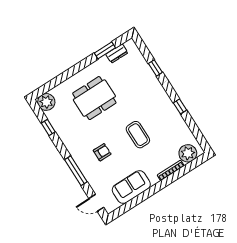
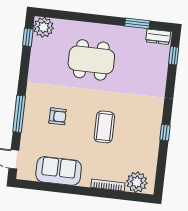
dresser: (117, 54) -> (158, 37), moved
window: (155, 68) -> (174, 56), moved
window: (48, 127) -> (28, 37), moved

